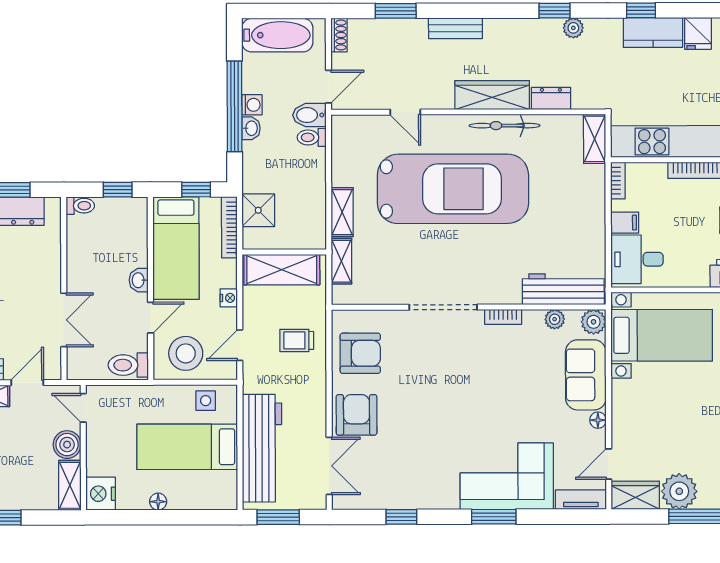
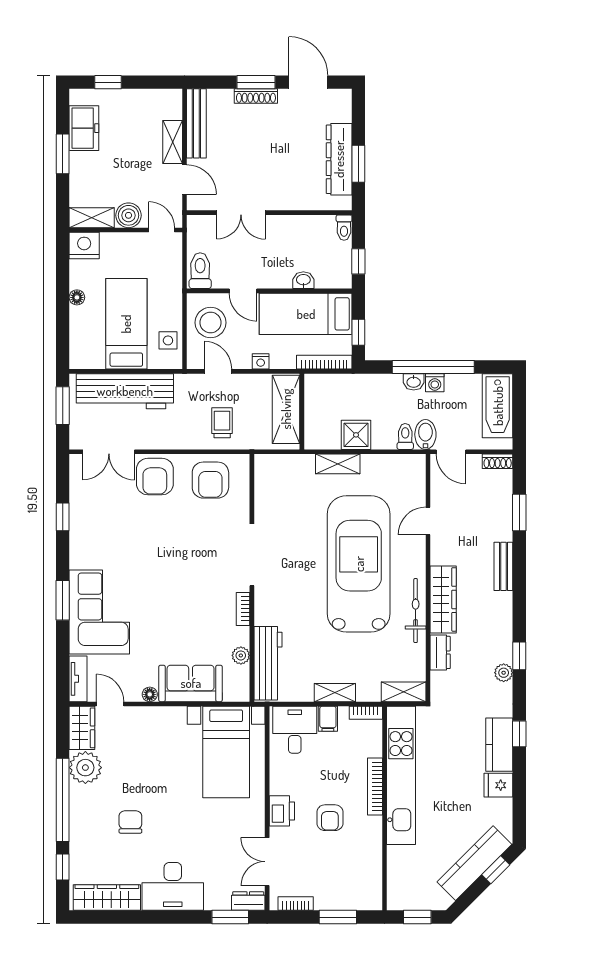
car: (453, 189) -> (359, 564), turned 180
shower: (258, 210) -> (356, 435), moved
shelving: (341, 261) -> (335, 693), moved
washbasin: (139, 280) -> (303, 280), moved
plant: (594, 322) -> (238, 691), removed
door: (83, 408) -> (162, 230), hinge flipped
armchair: (357, 415) -> (155, 477), turned 90

